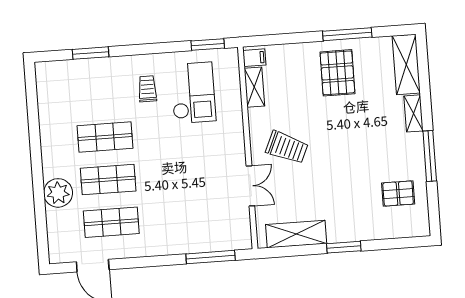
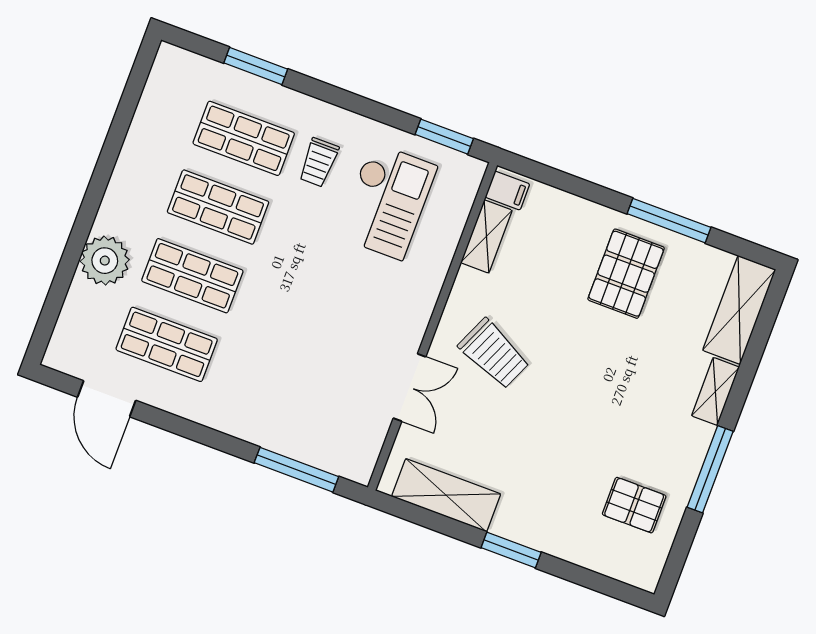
trolley: (147, 89) -> (319, 162), turned 180
shop shelf: (102, 94) -> (244, 138), added

